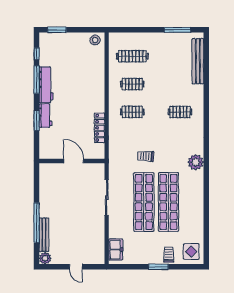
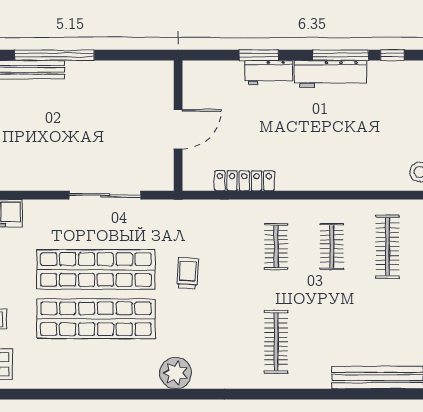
clothes rail: (180, 112) -> (276, 342), width x1.36

